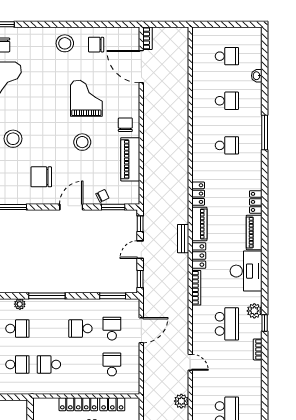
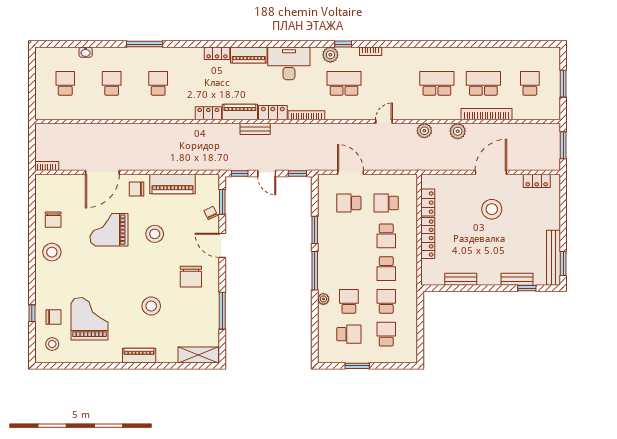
door: (141, 67) -> (102, 172), moved
window: (113, 296) -> (315, 230), moved
school desk: (80, 329) -> (386, 236), moved

